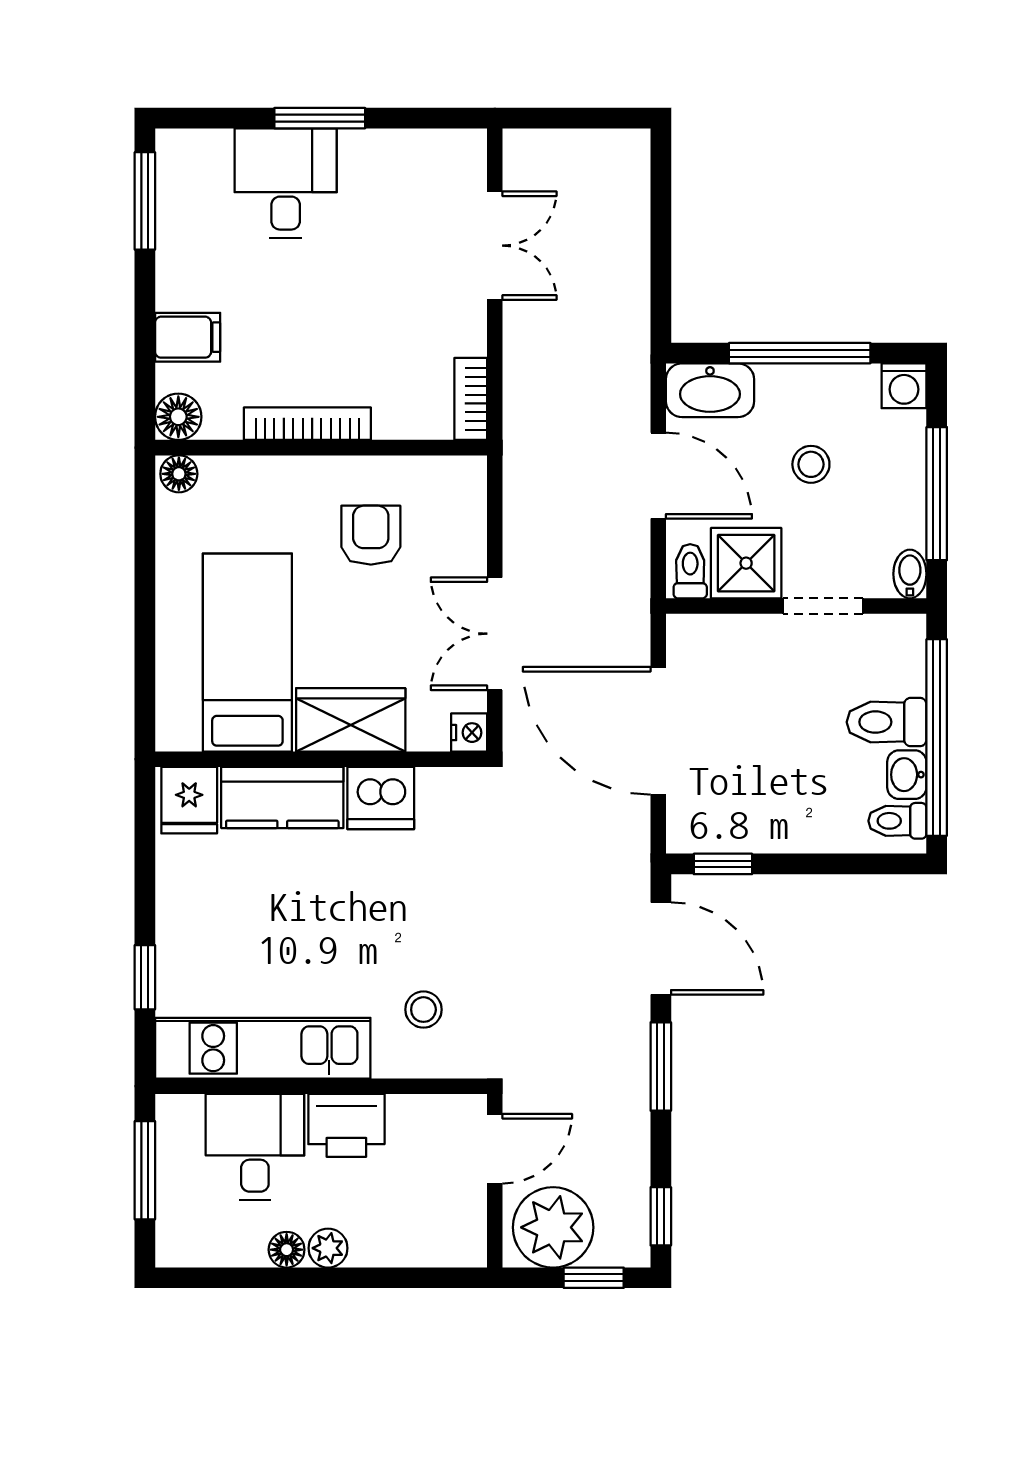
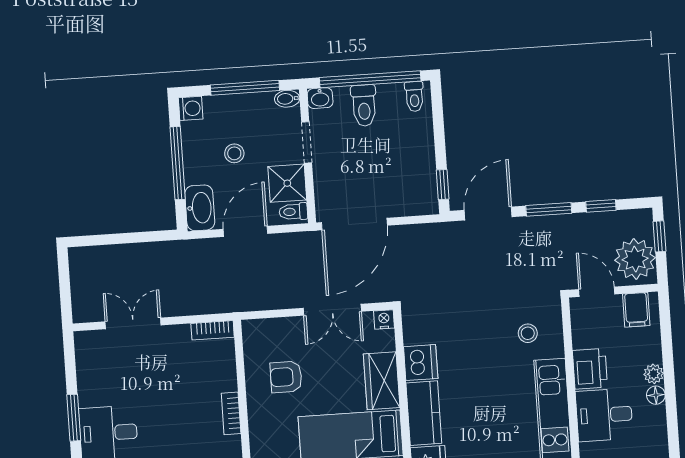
bookcase: (307, 424) -> (231, 413), width x0.64
door: (658, 731) -> (354, 224), moved
washbasin: (907, 775) -> (320, 98), moved
window: (661, 1216) -> (601, 206), moved
filing cabinet: (455, 1223) -> (636, 310), added

